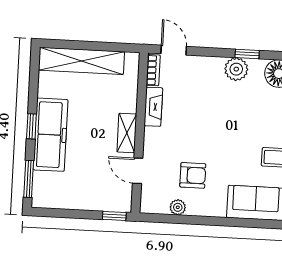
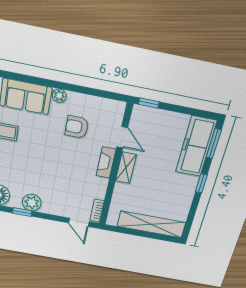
fireplace: (153, 107) -> (106, 162), moved
freezer: (51, 135) -> (196, 146), moved
plant: (178, 207) -> (59, 96), moved

